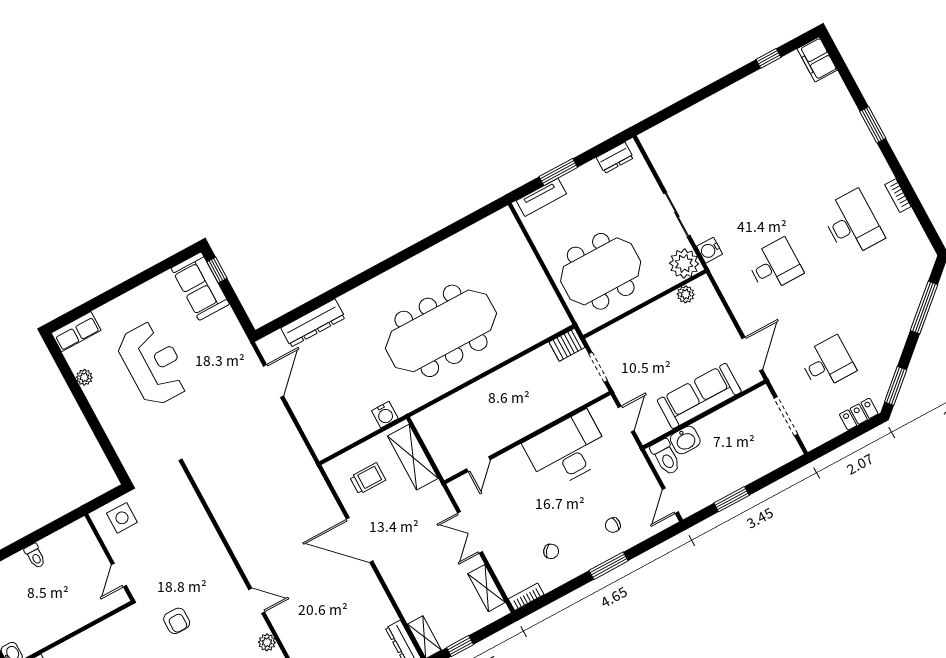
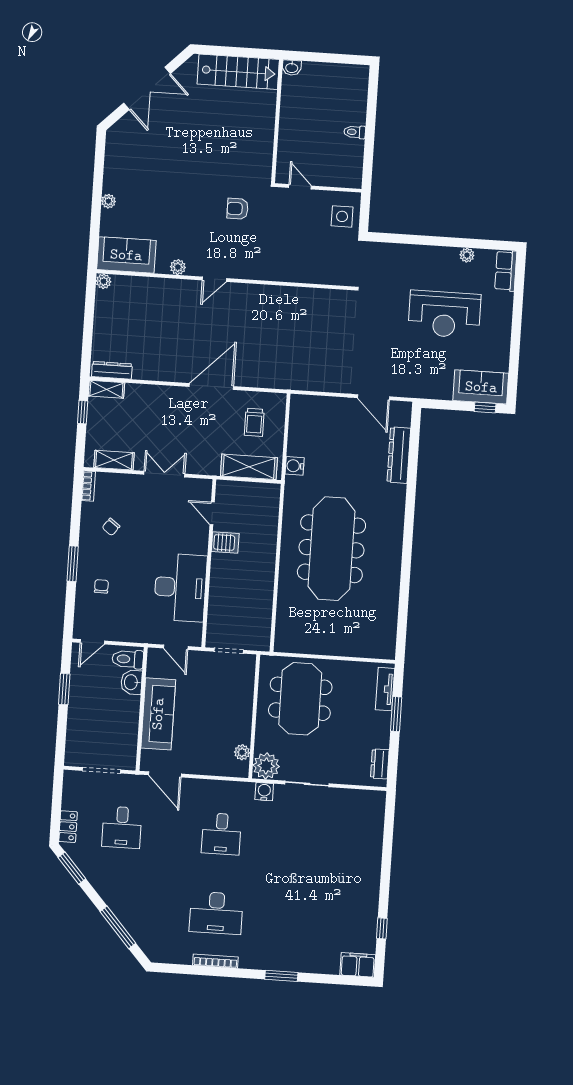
bookcase: (898, 196) -> (215, 961), width x1.56
server rack: (567, 345) -> (225, 542), moved, turned 90
door: (670, 501) -> (92, 642), swing flipped

